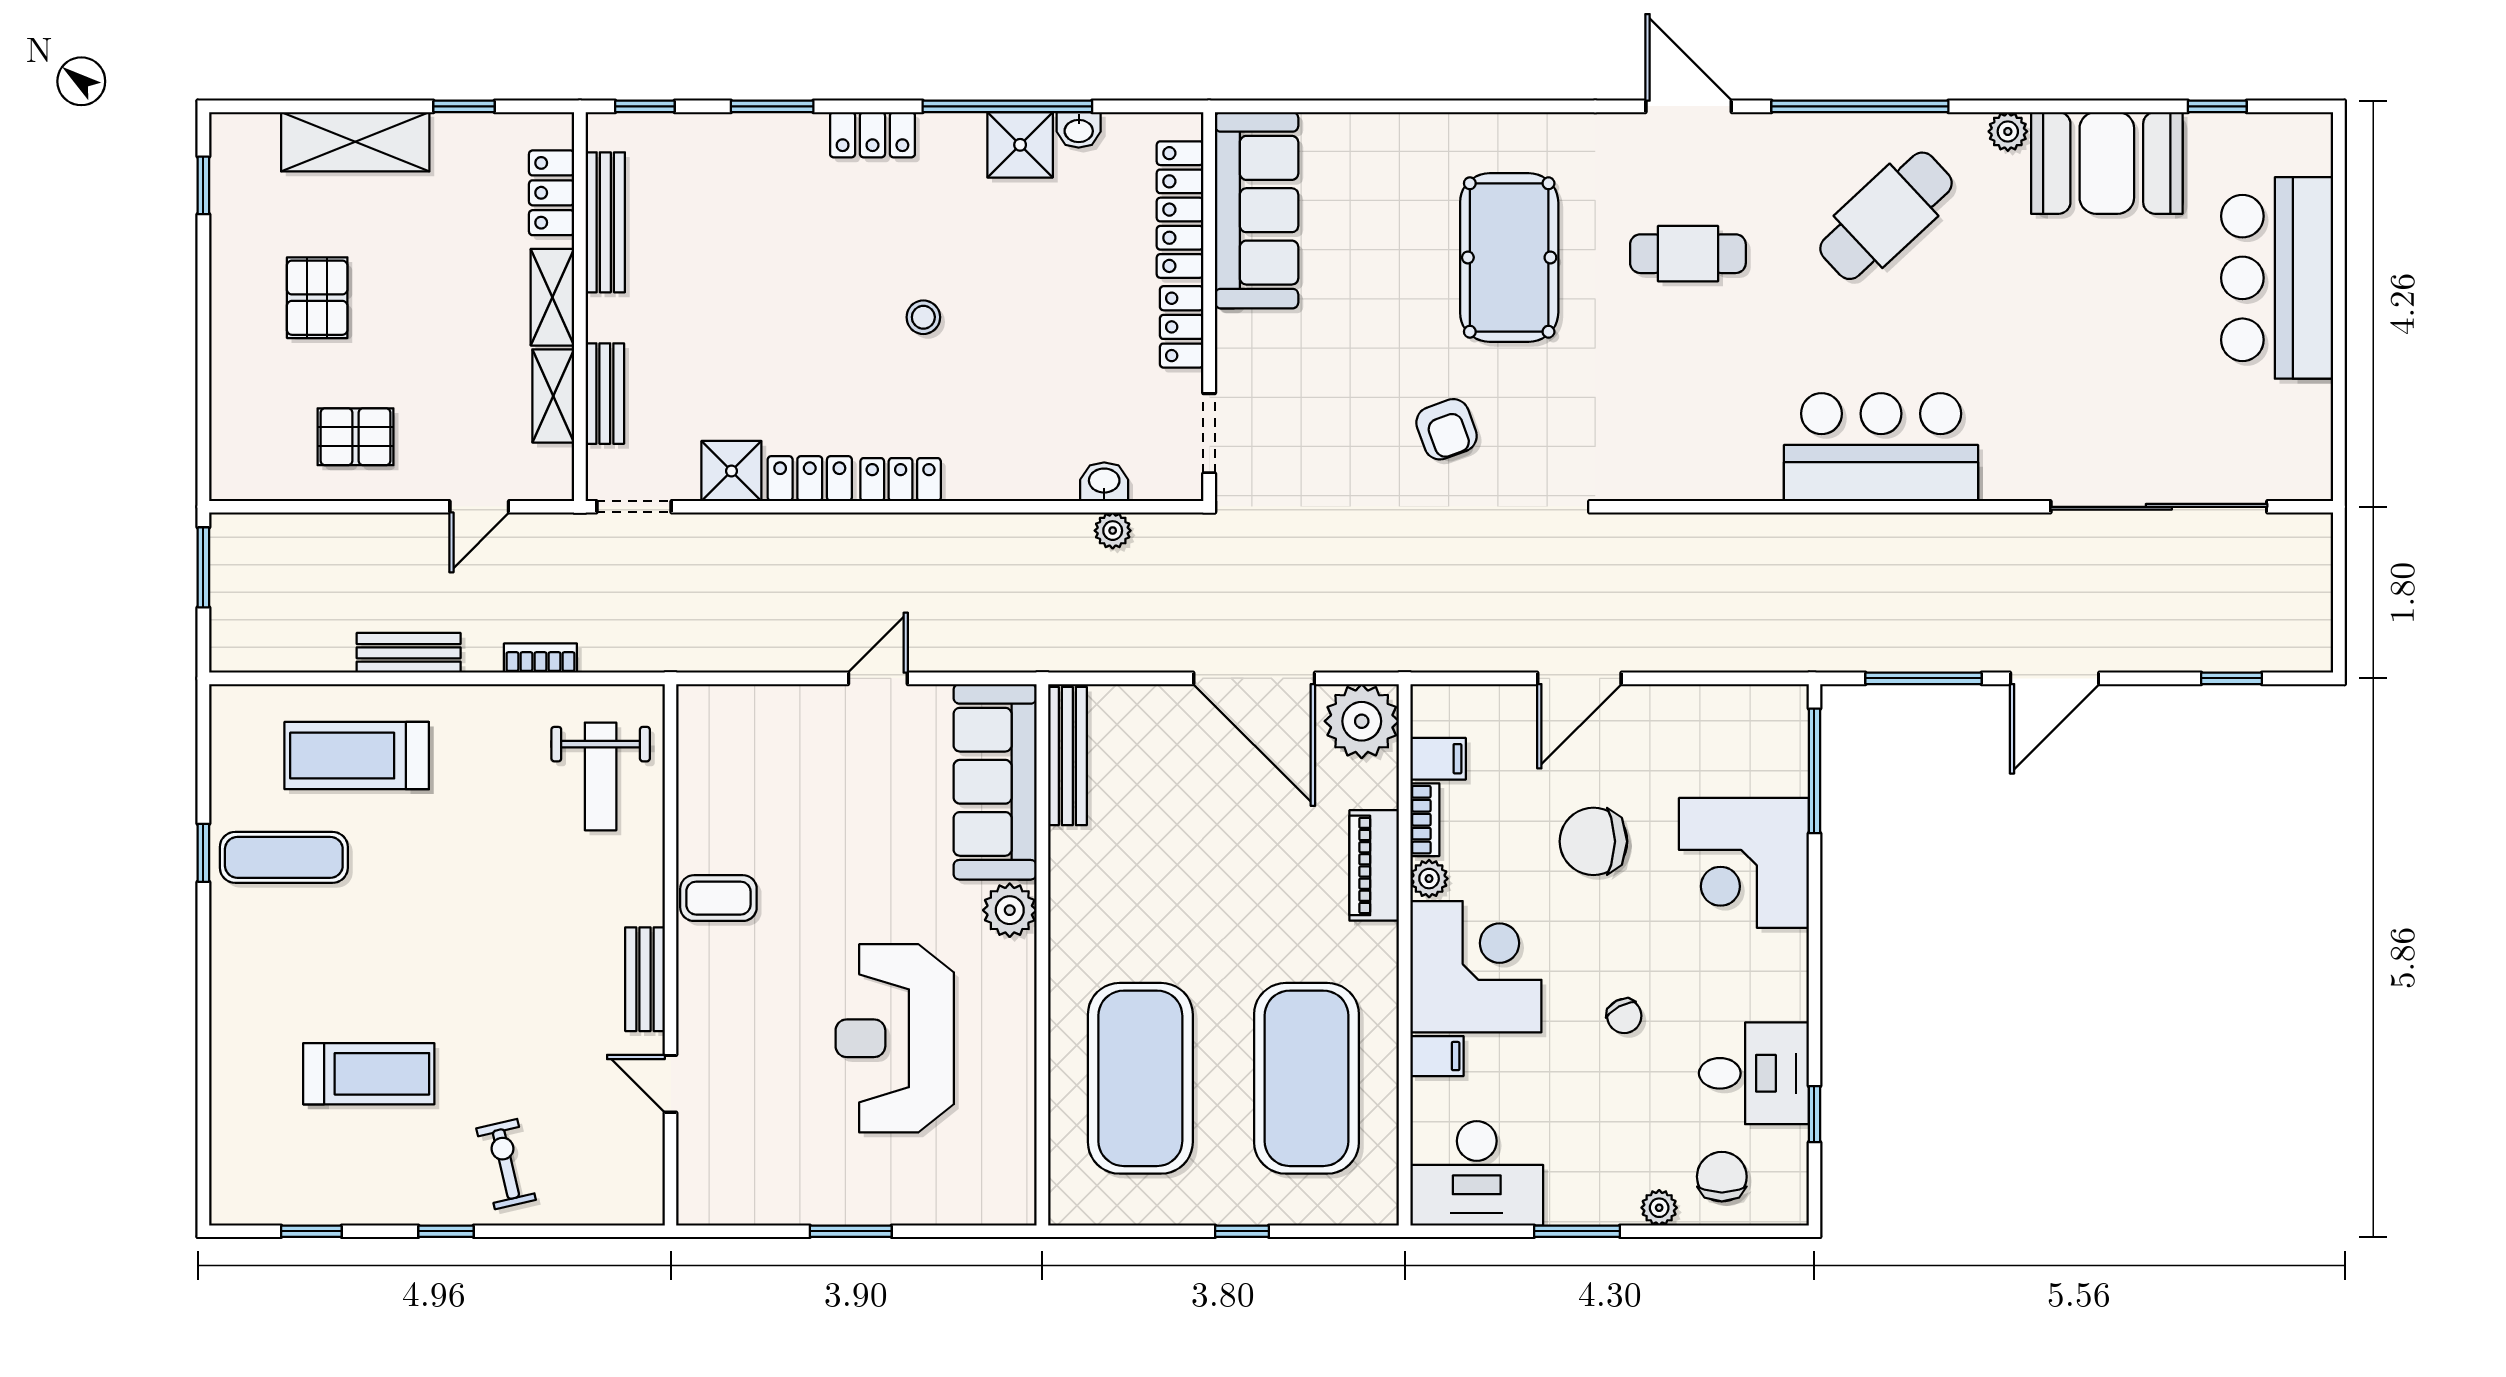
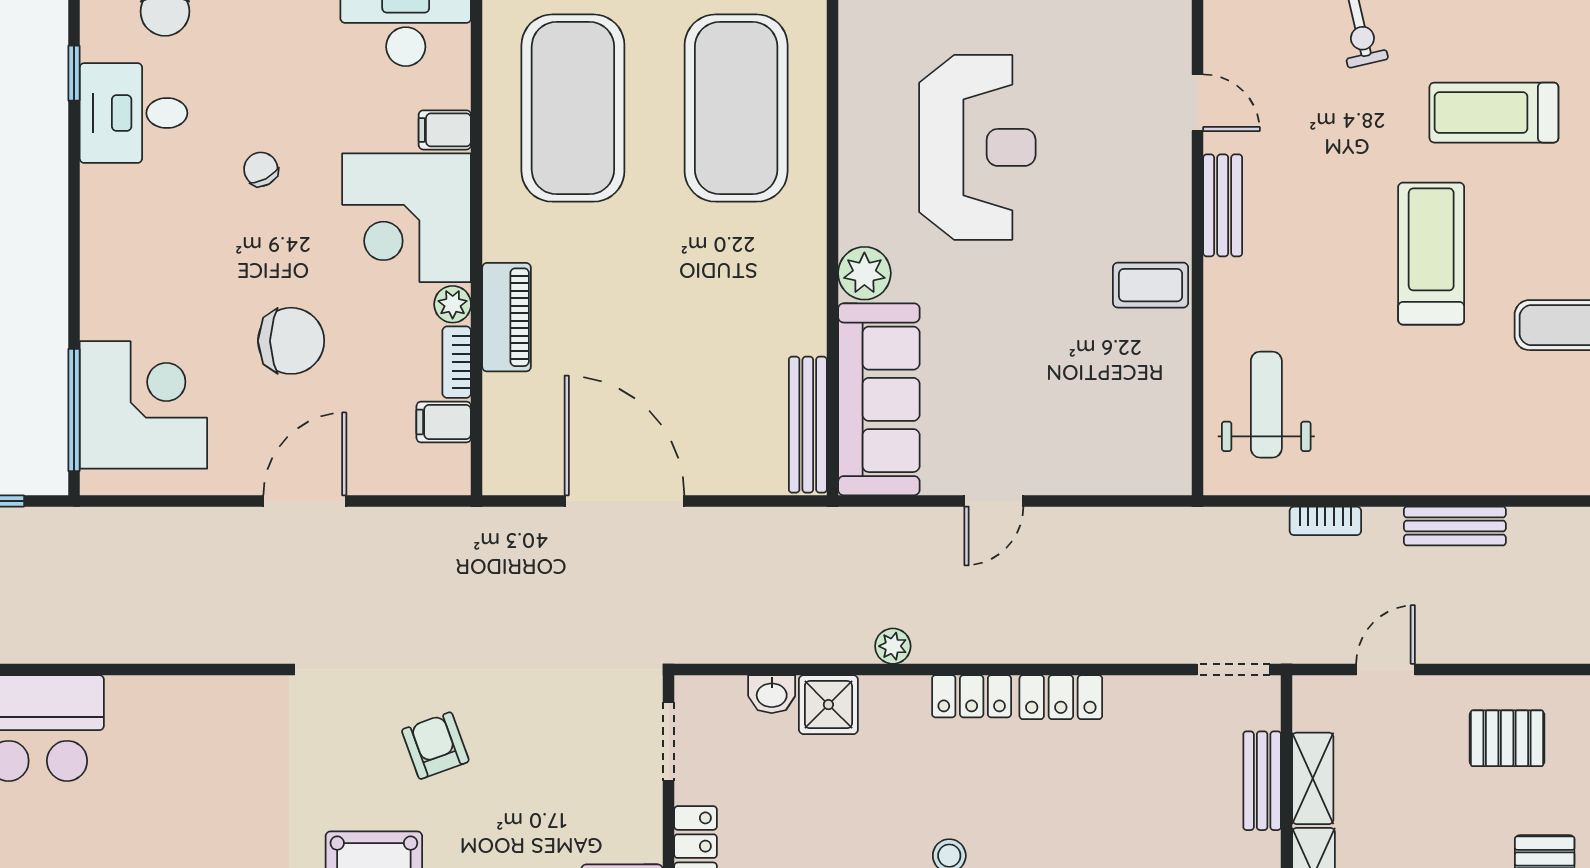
shower: (731, 471) -> (828, 705), moved
plant: (1113, 531) -> (893, 646), moved
plant: (1362, 721) -> (519, 459), removed
treadmill: (357, 756) -> (1431, 254), moved, turned -90
corner desk: (1744, 863) -> (143, 405), moved

